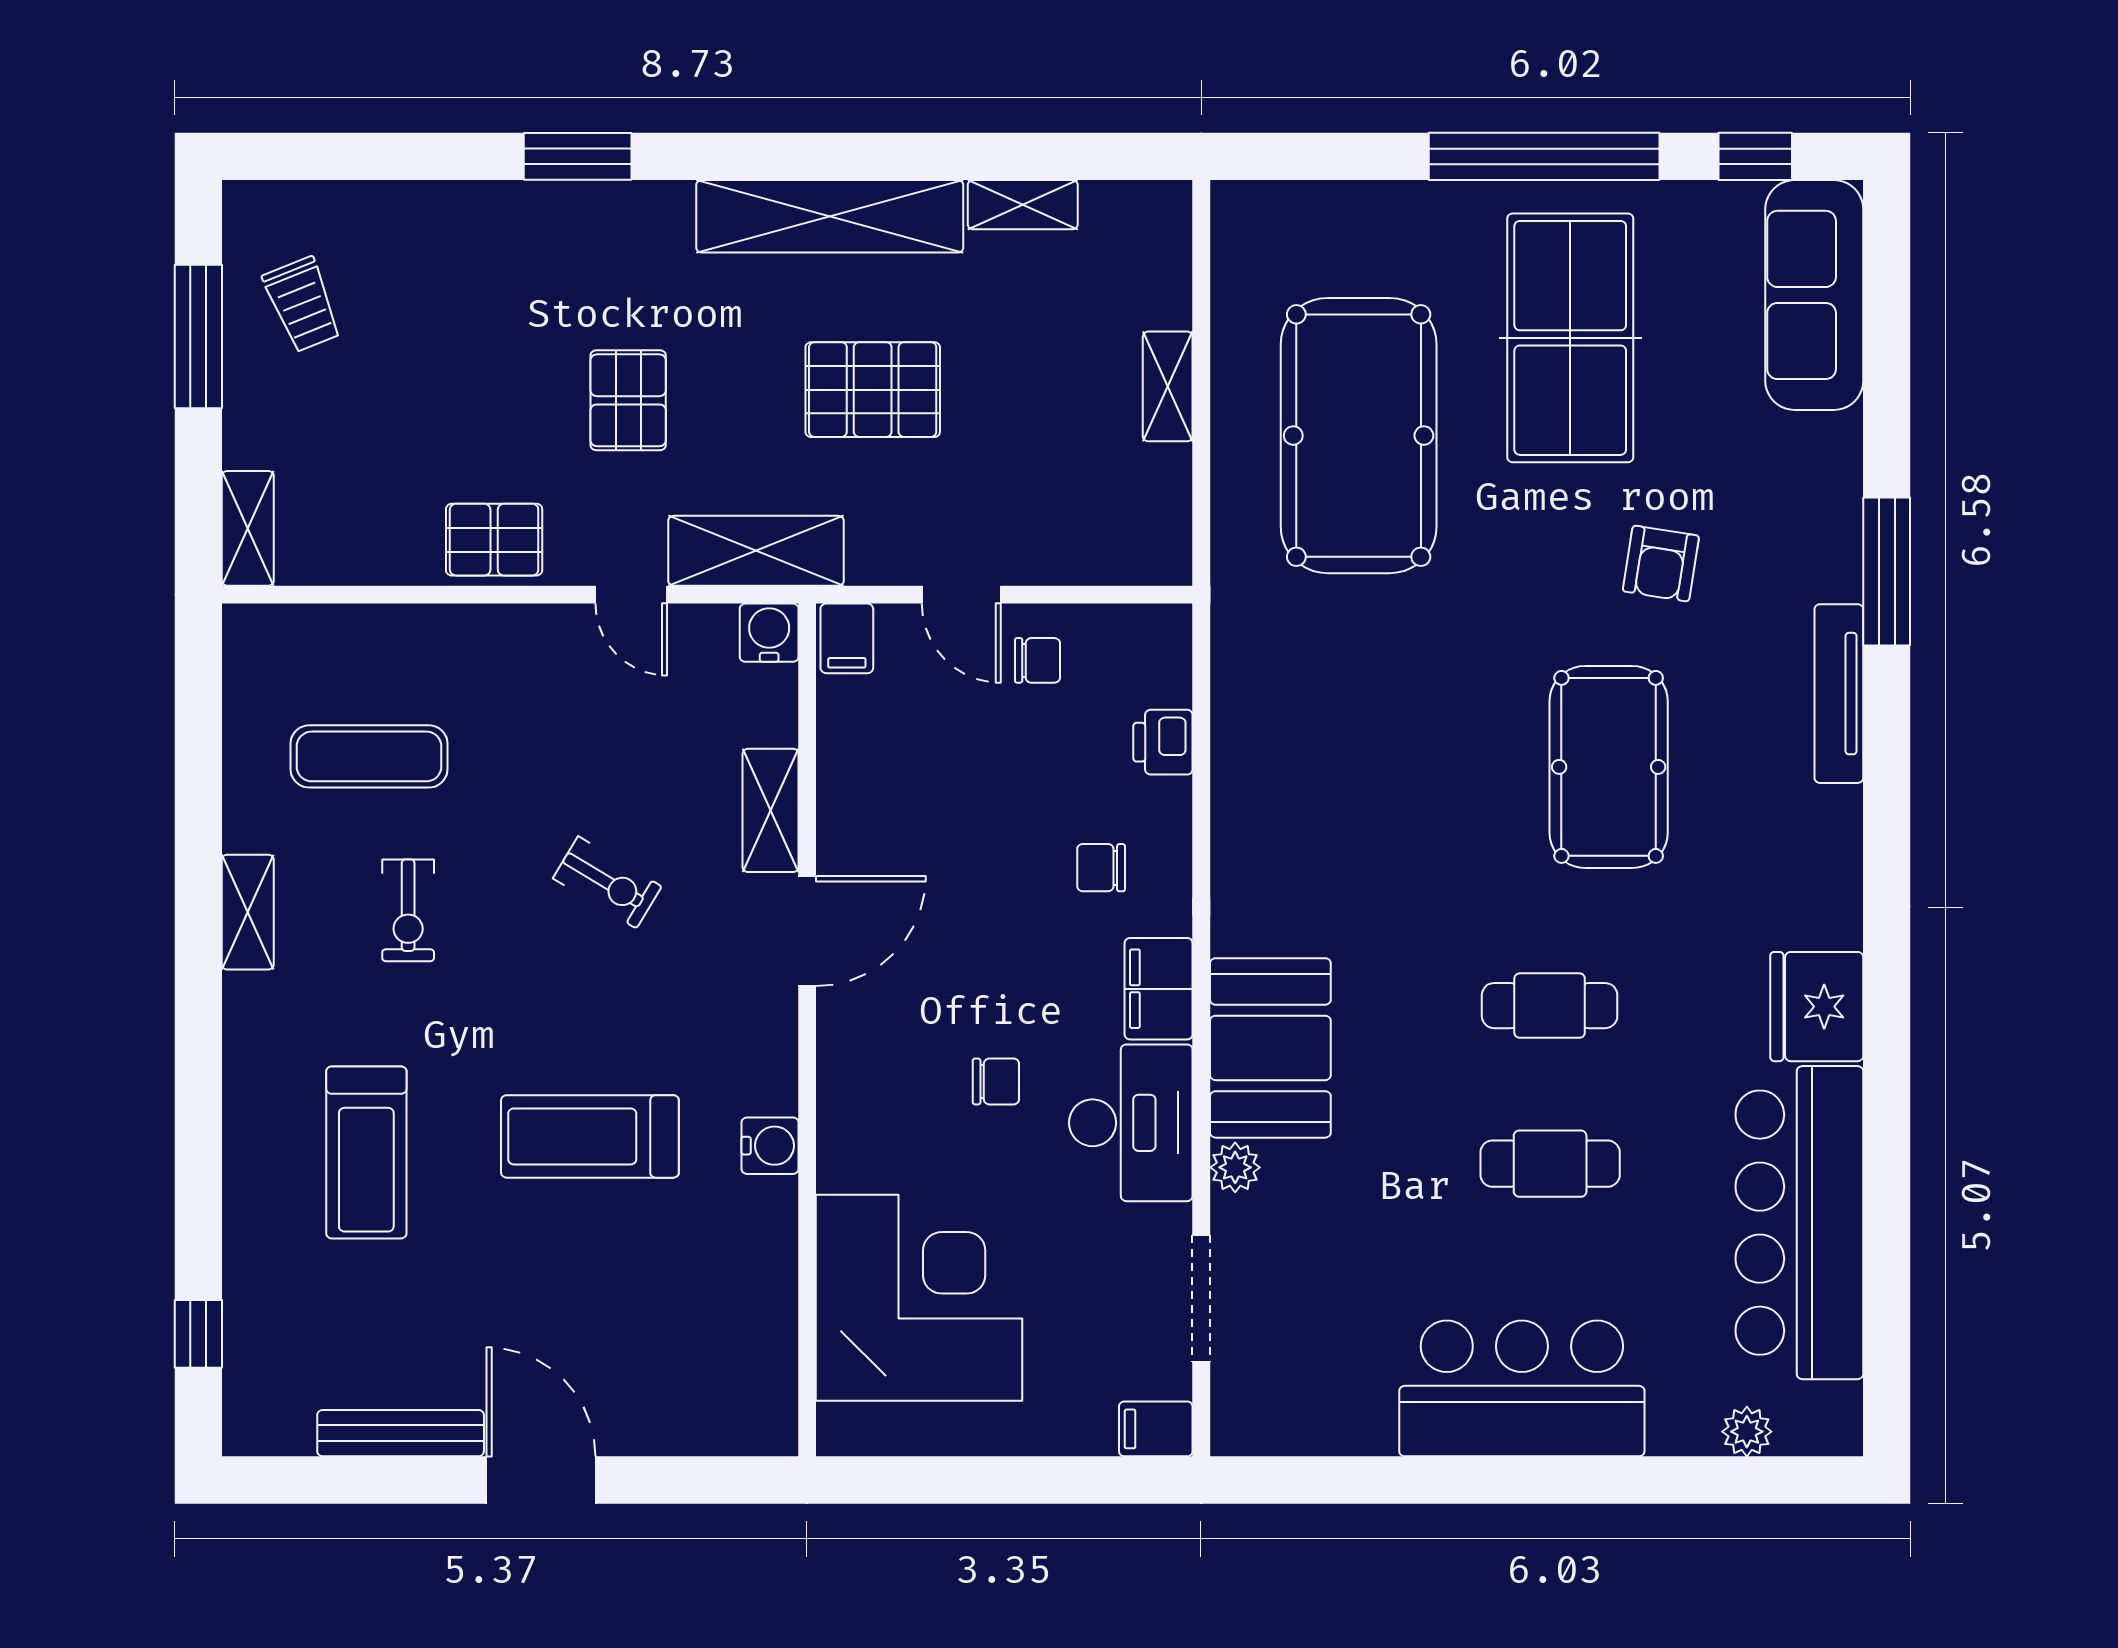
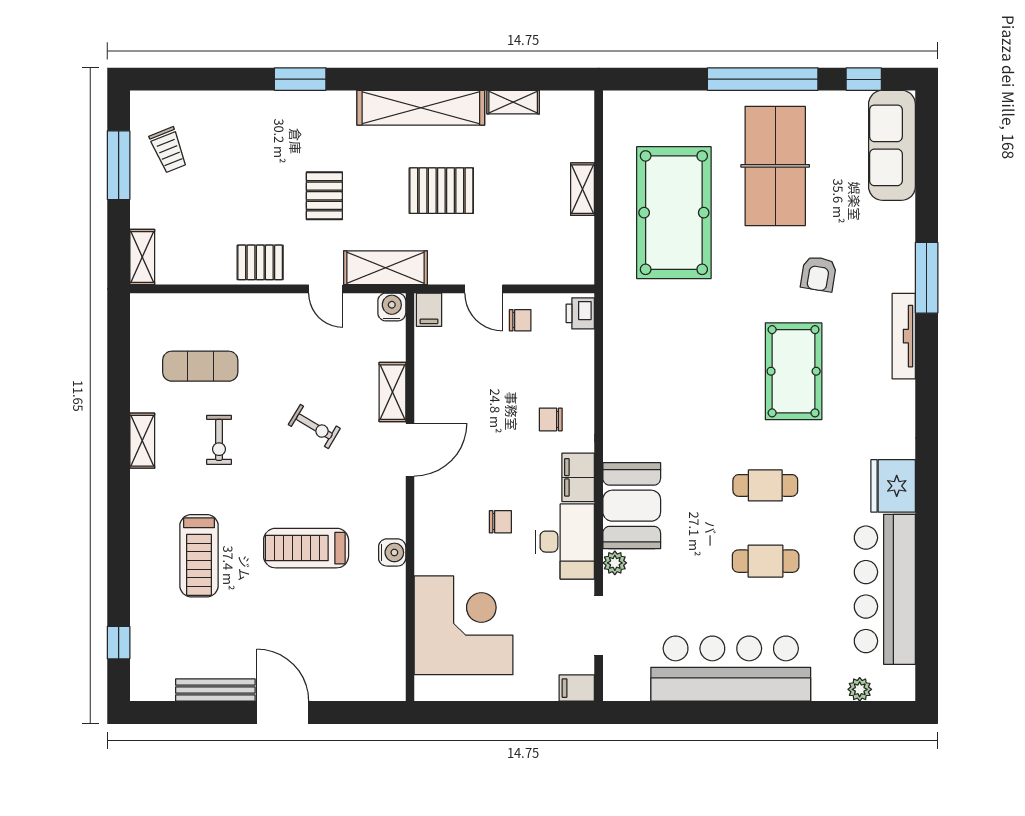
printer: (1163, 742) -> (580, 313), moved
bar counter: (1522, 1388) -> (731, 669), width x1.36

